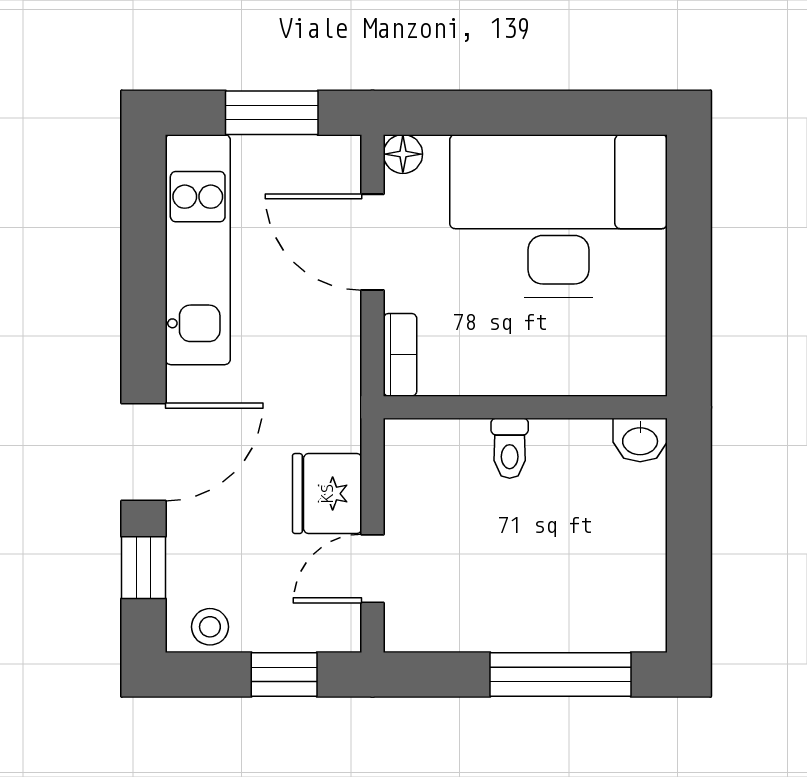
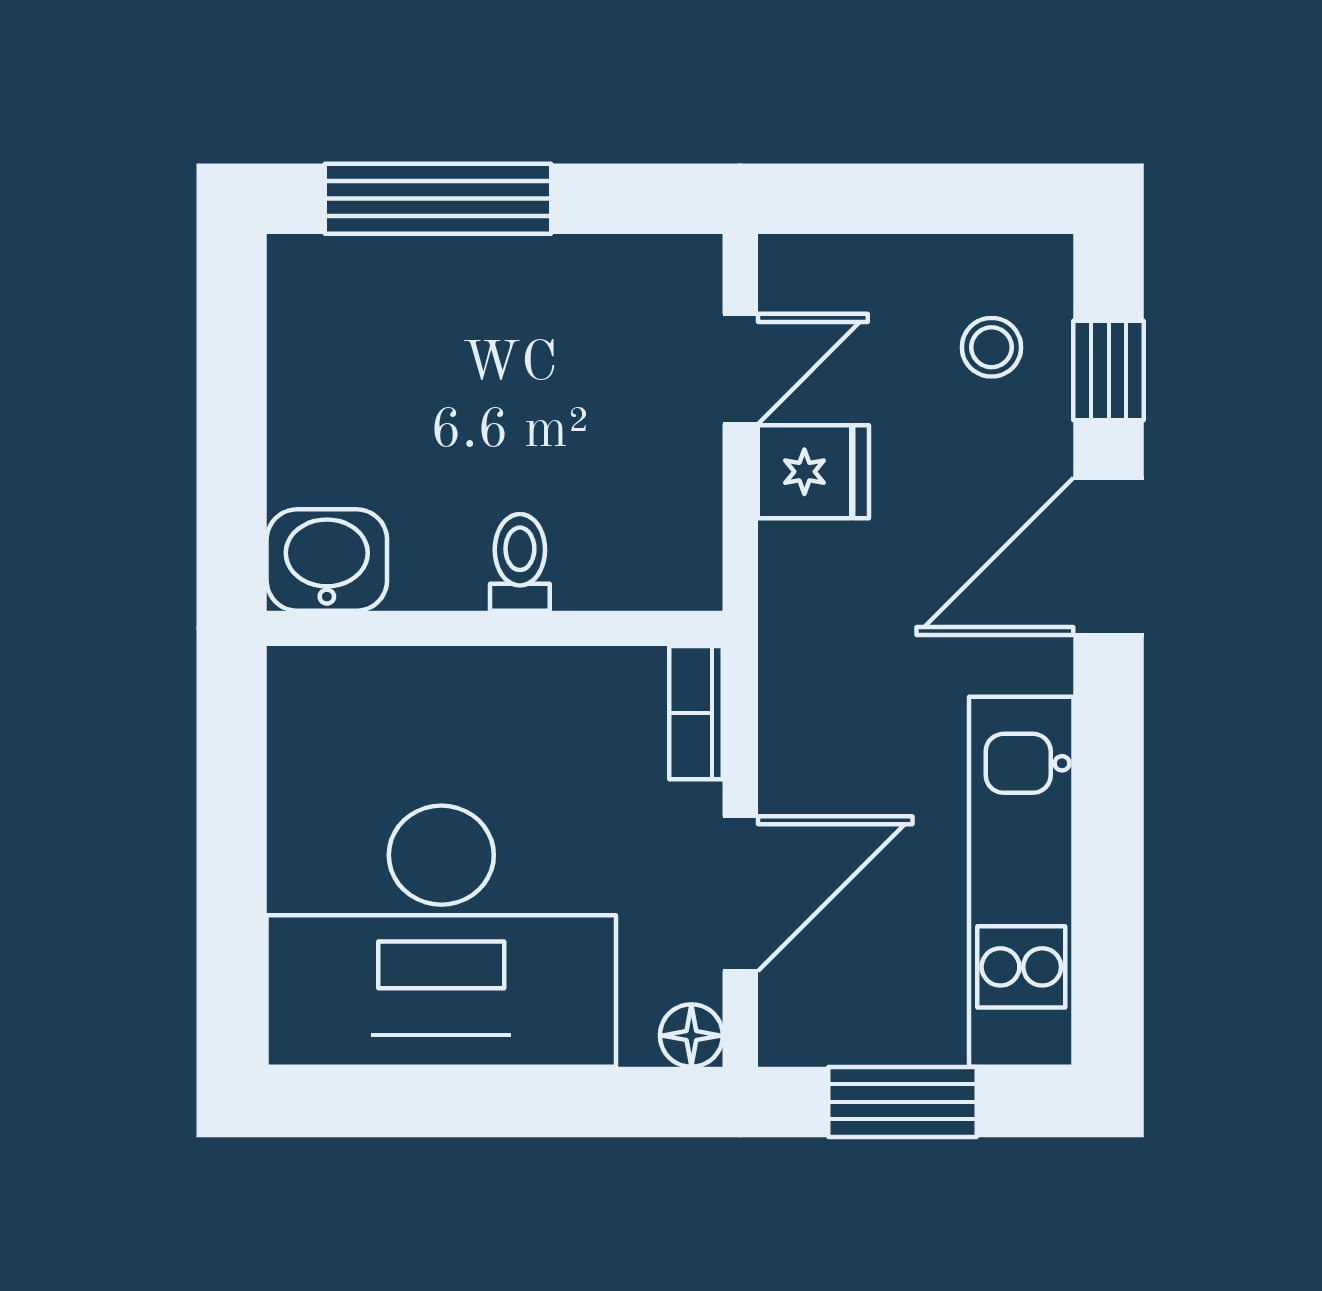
door: (373, 242) -> (740, 894), hinge flipped
washbasin: (640, 440) -> (327, 560), width x1.38, depth x1.45
fridge: (327, 494) -> (813, 472), width x0.72
stool: (210, 627) -> (991, 347), moved
window: (284, 674) -> (882, 199), removed

